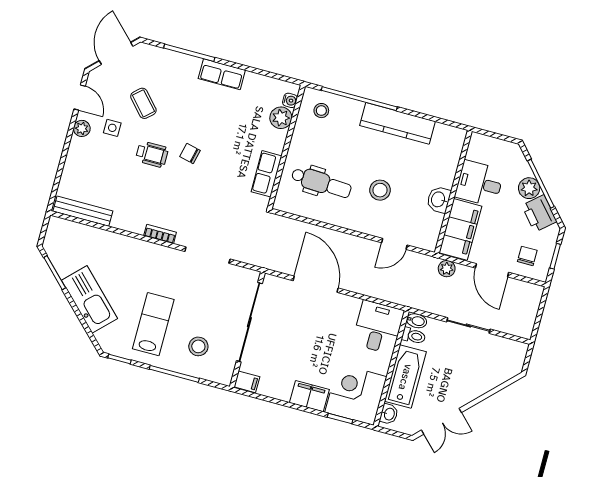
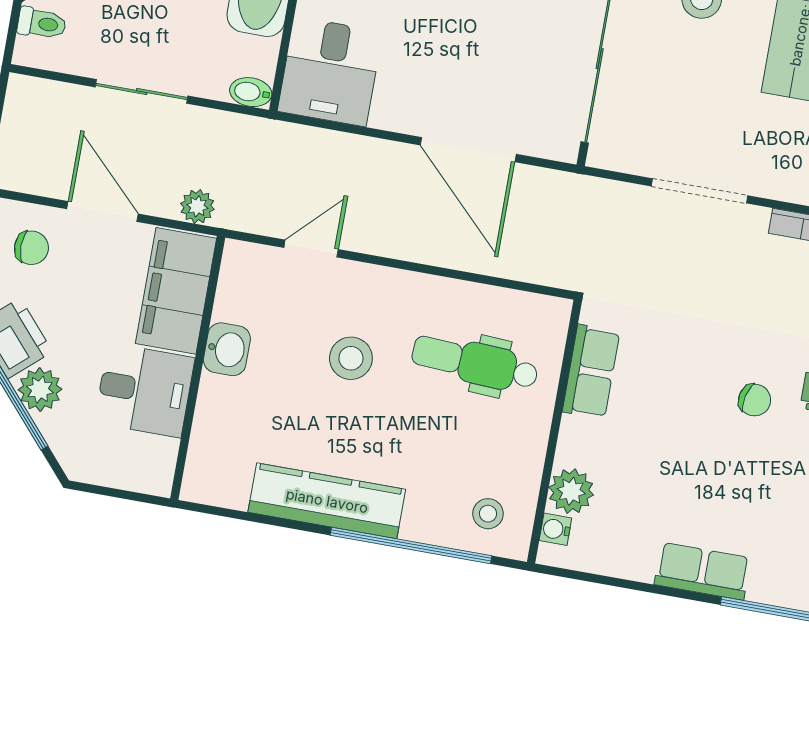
chair: (527, 256) -> (31, 248), turned -90
toilet: (414, 336) -> (42, 23), moved, turned 180

